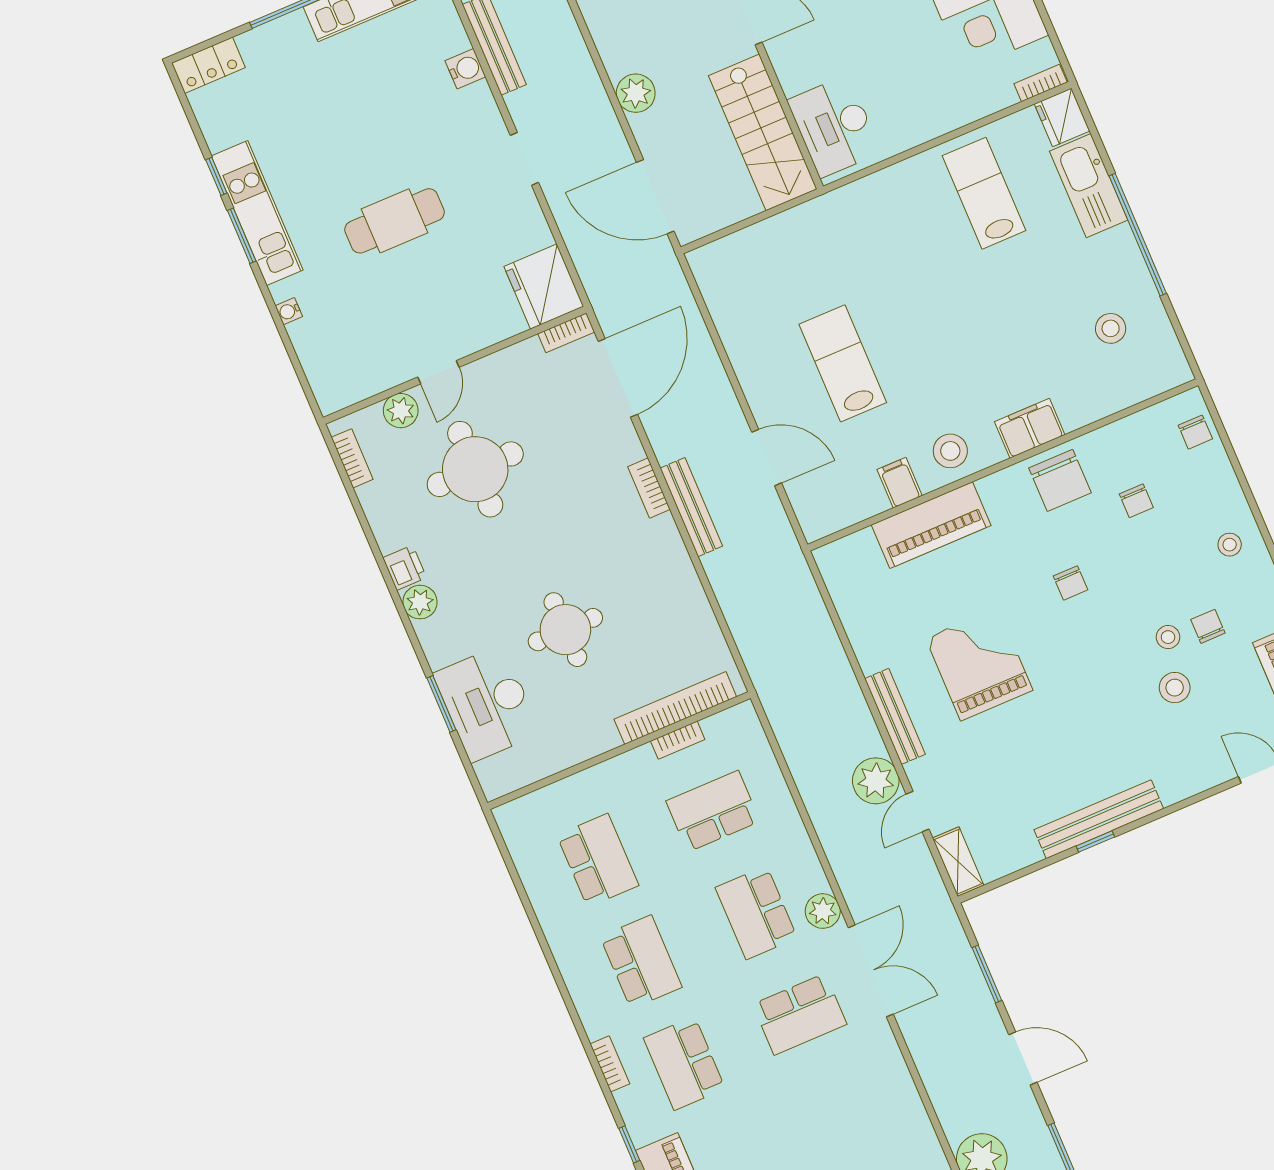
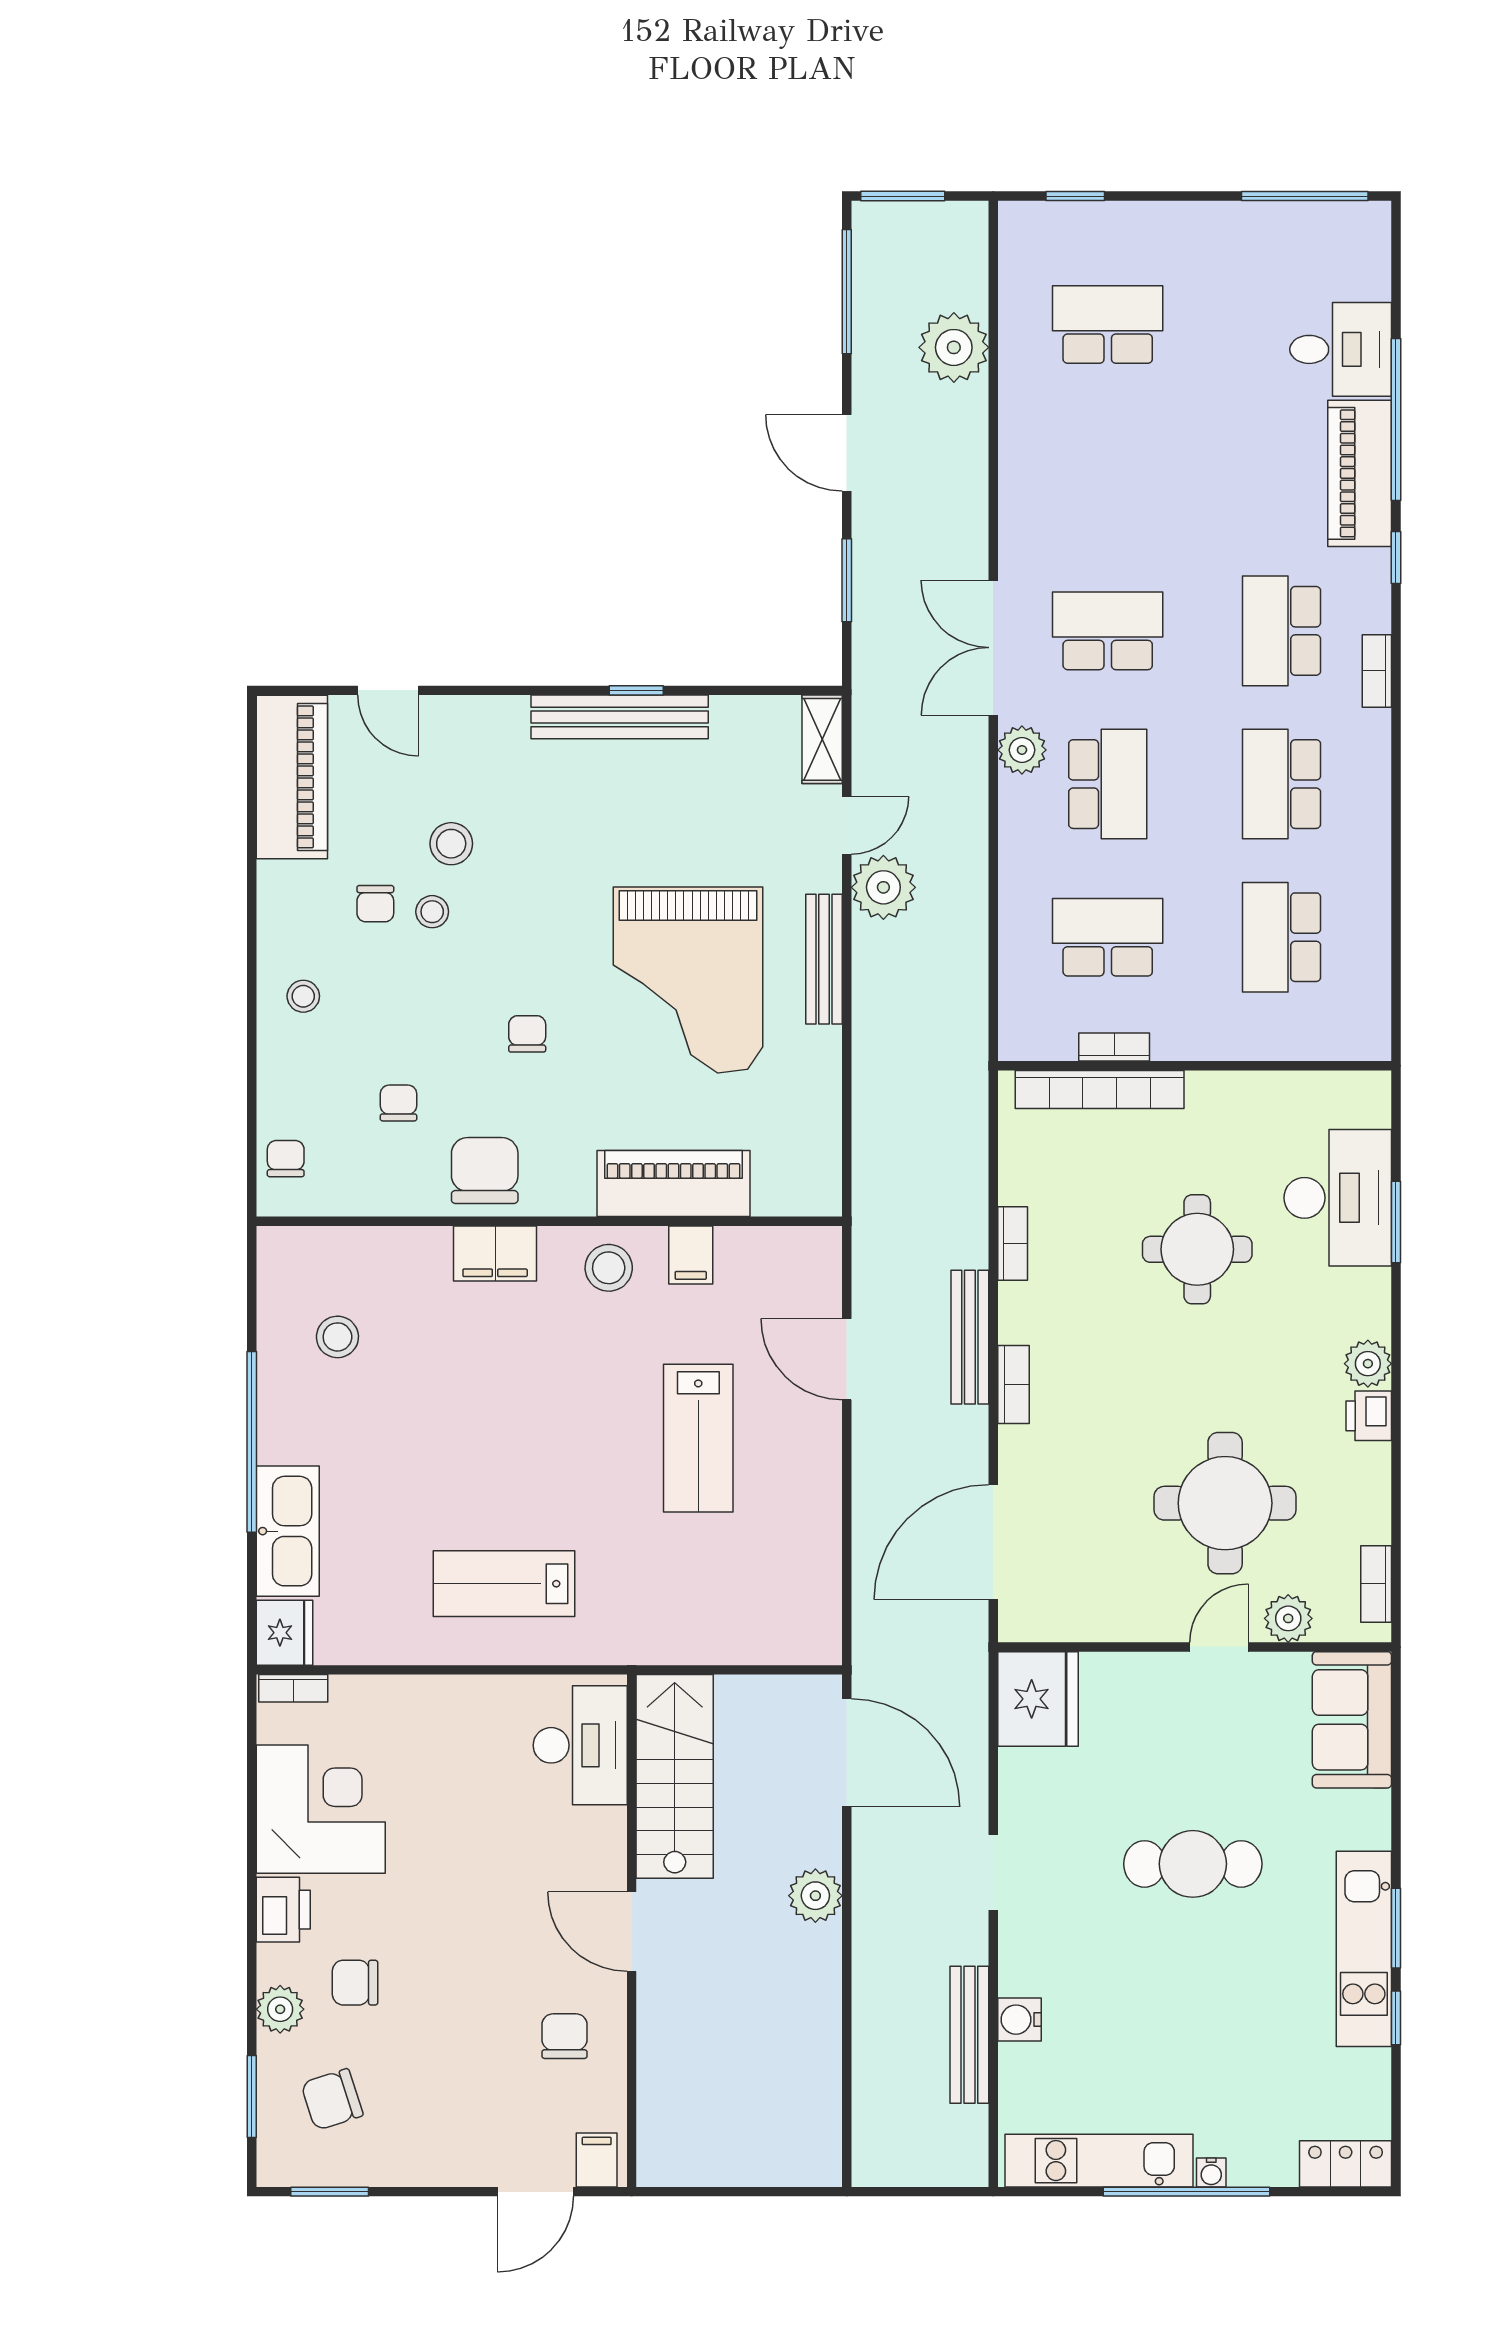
lab bench: (984, 193) -> (504, 1584), moved, turned 90
water cooler: (289, 311) -> (1211, 2172), moved, turned 90
bookcase: (566, 333) -> (1013, 1243), moved, turned 90
sofa: (330, 361) -> (1352, 1720), added
grand piano: (979, 664) -> (688, 980), width x1.37, depth x1.48
school desk: (713, 811) -> (1108, 937), turned 180
school desk: (684, 1063) -> (1282, 631), turned 180

